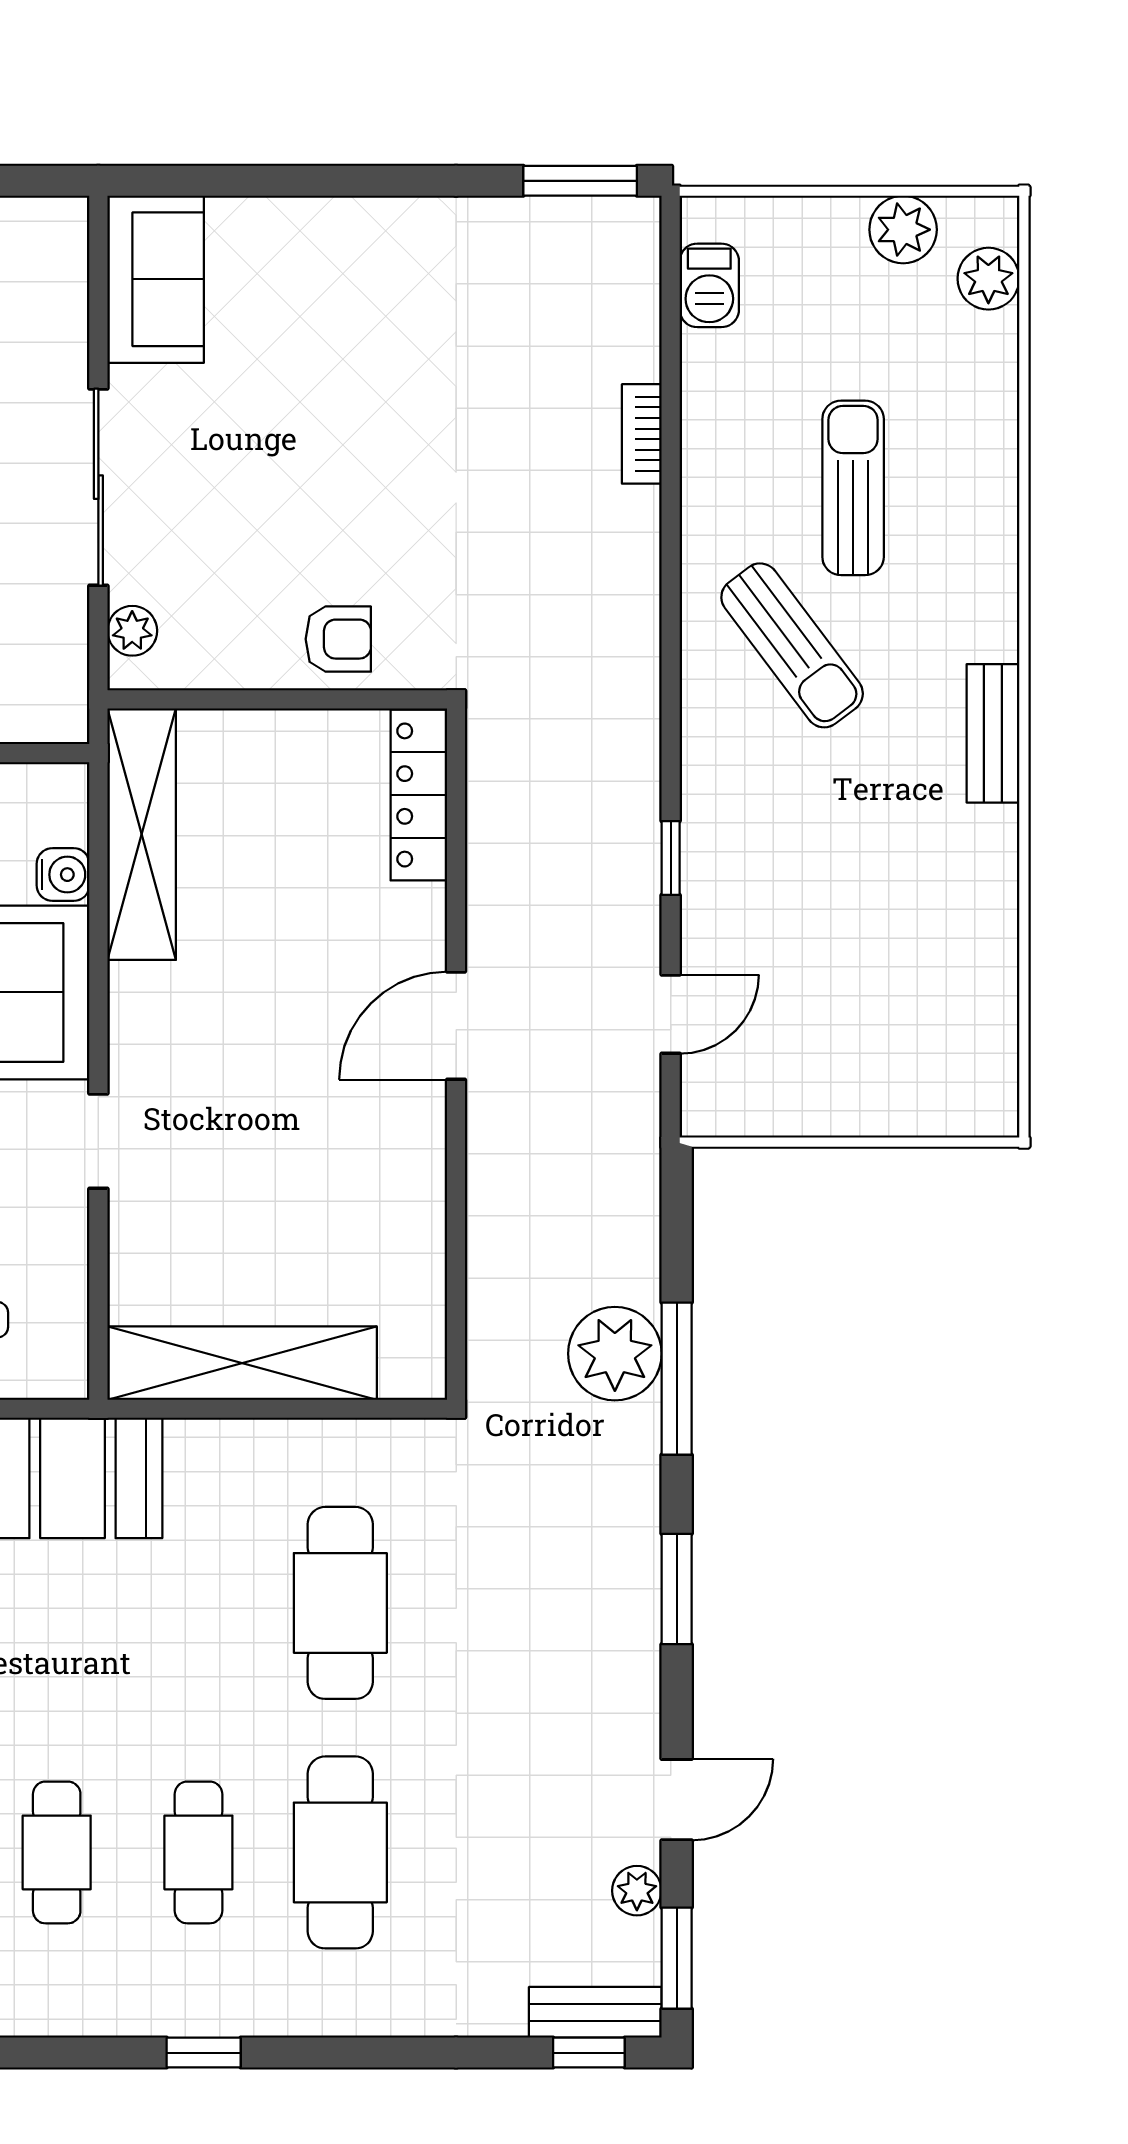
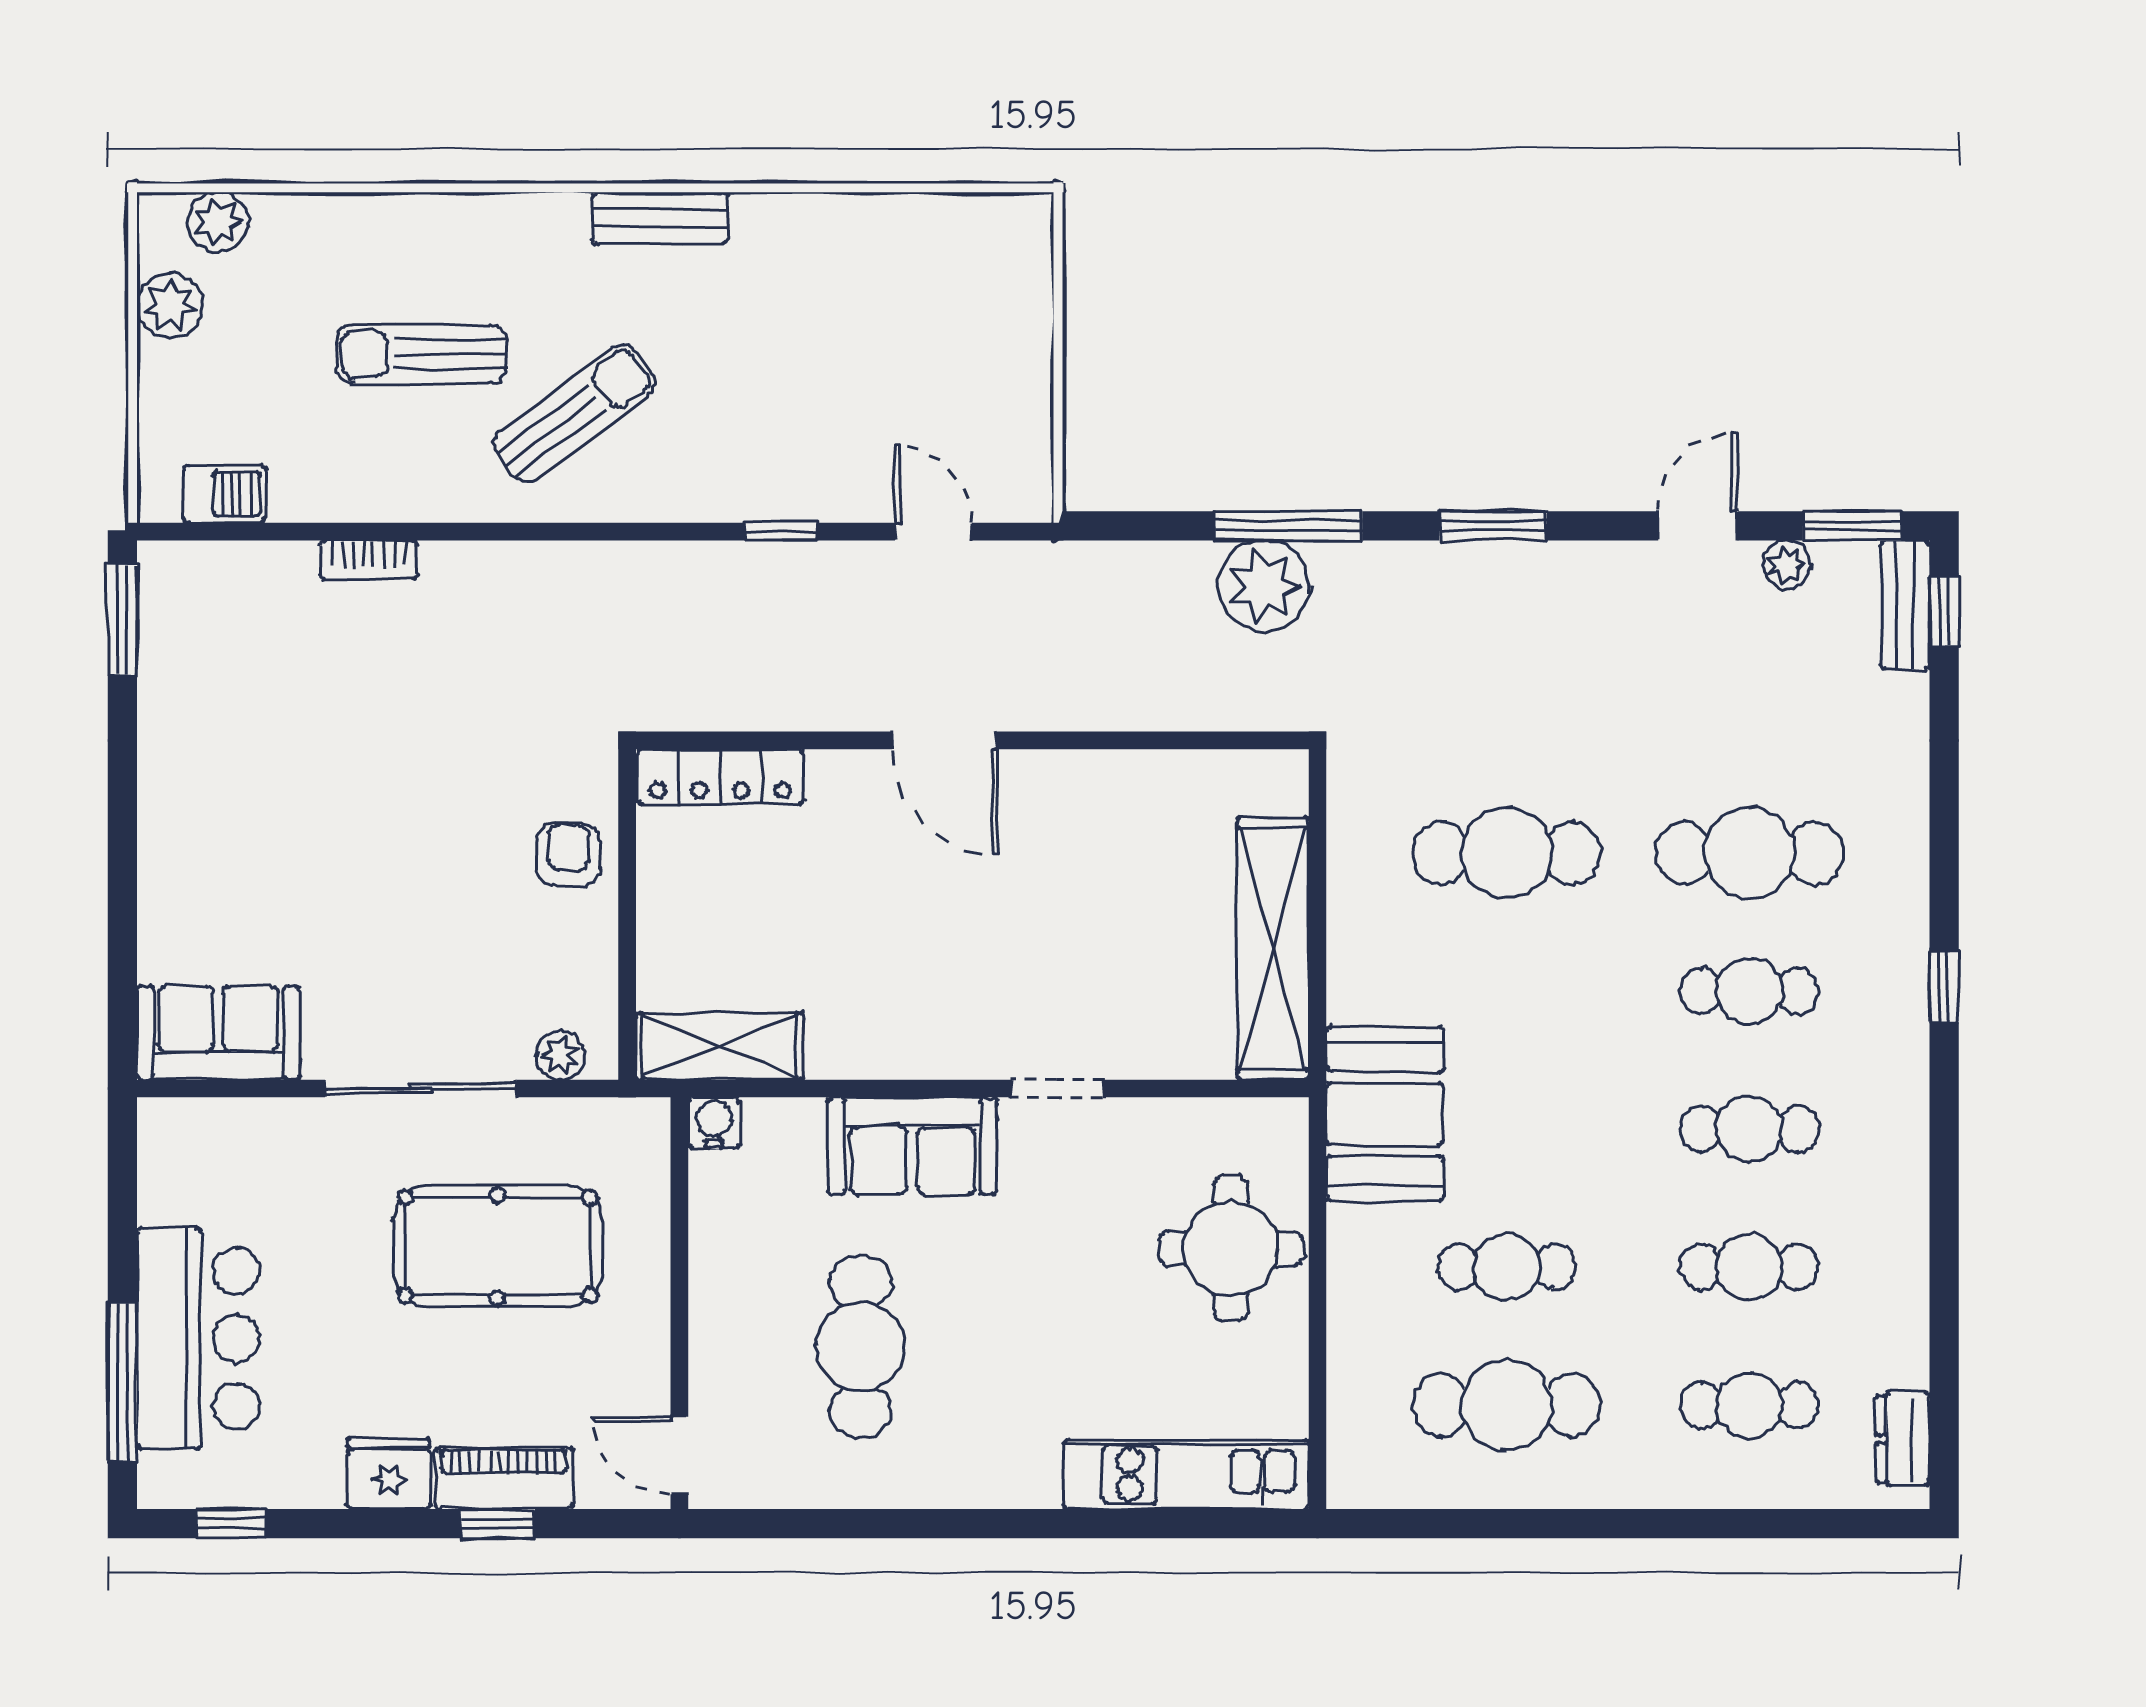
shelving: (142, 834) -> (719, 1046), width x0.68
water cooler: (63, 875) -> (714, 1123), moved
door: (677, 1800) -> (1698, 526), hinge flipped

